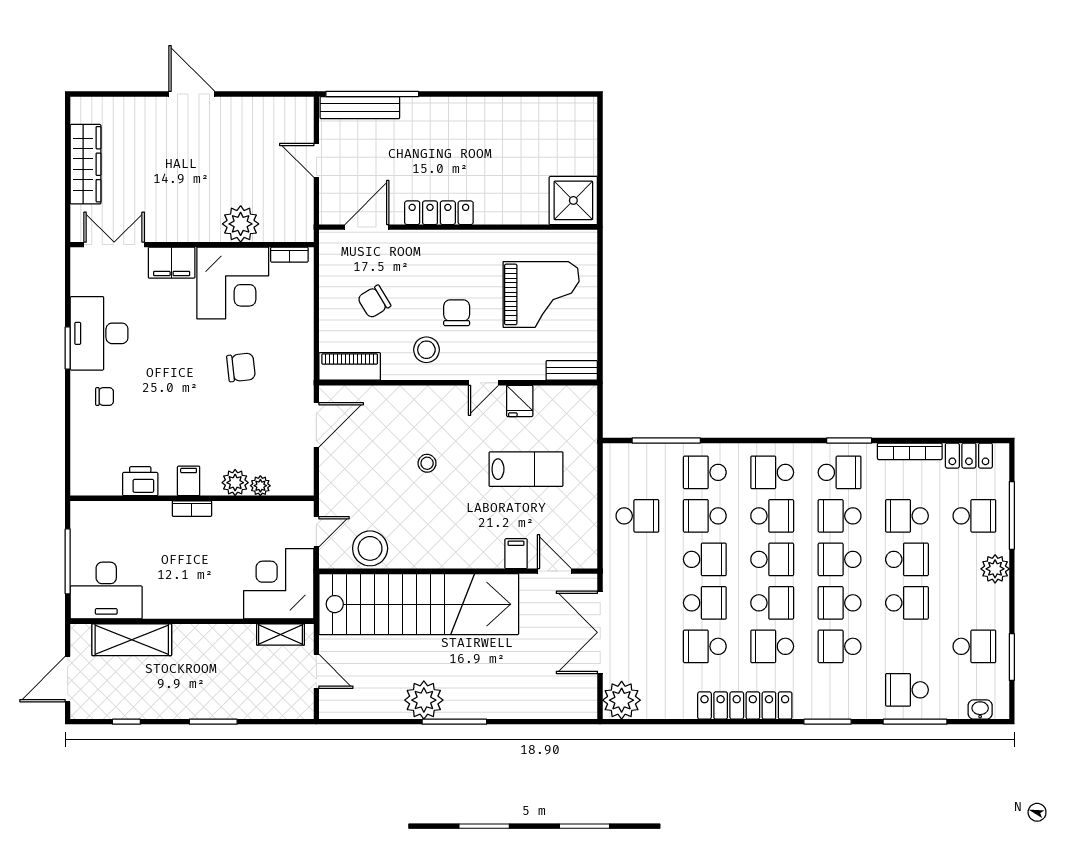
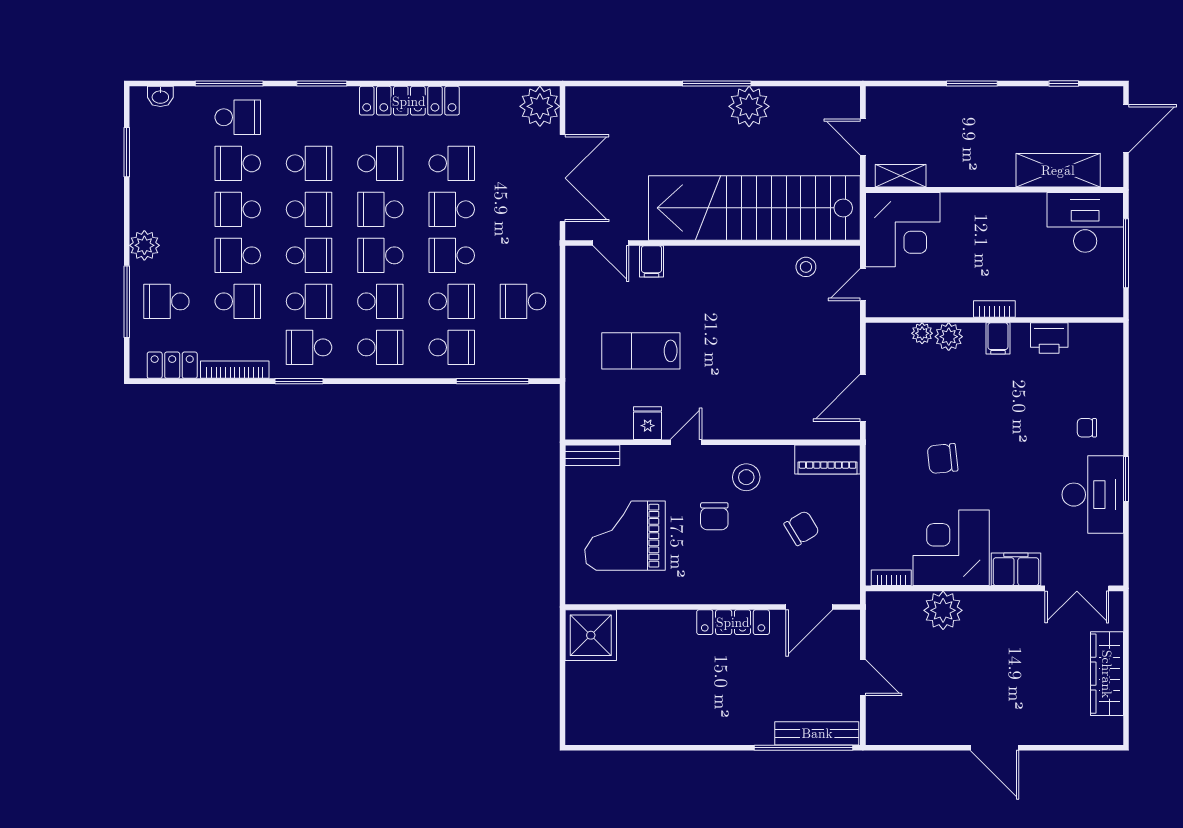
stool: (427, 463) -> (746, 357), removed
school desk: (772, 516) -> (380, 301), turned 180
stool: (370, 548) -> (806, 267), width x0.53, depth x0.53
school desk: (974, 646) -> (238, 163), moved

